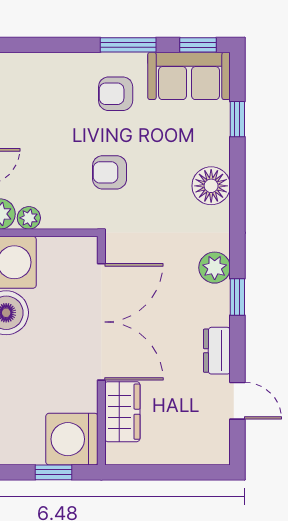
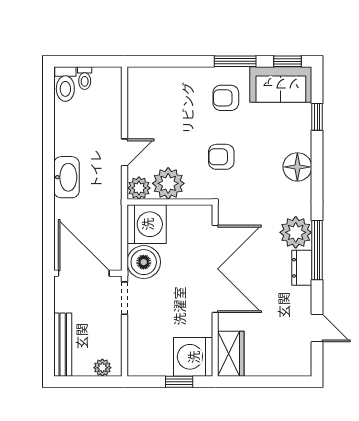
plant: (29, 218) -> (168, 183), width x1.88, depth x1.88
plant: (215, 268) -> (296, 232), width x1.36, depth x1.36
window: (237, 297) -> (317, 250), width x2.17
dresser: (217, 351) -> (302, 268), moved
wardrobe: (122, 412) -> (231, 354), moved

